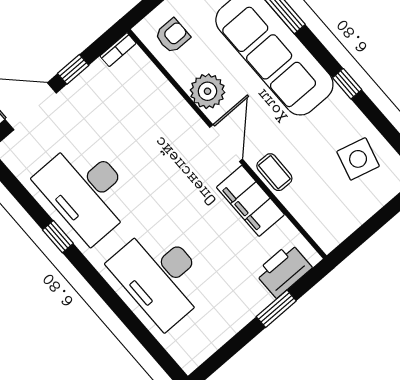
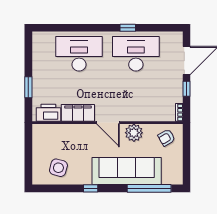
armchair: (172, 36) -> (167, 138), turned 60
coffee table: (274, 172) -> (81, 132), removed
printer: (283, 270) -> (48, 113), moved, turned -90

